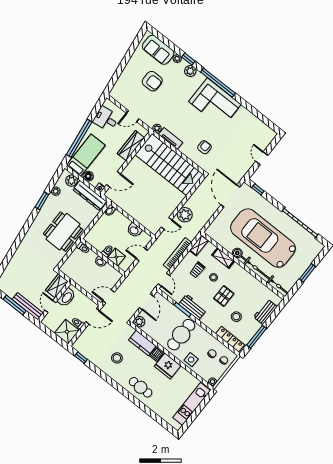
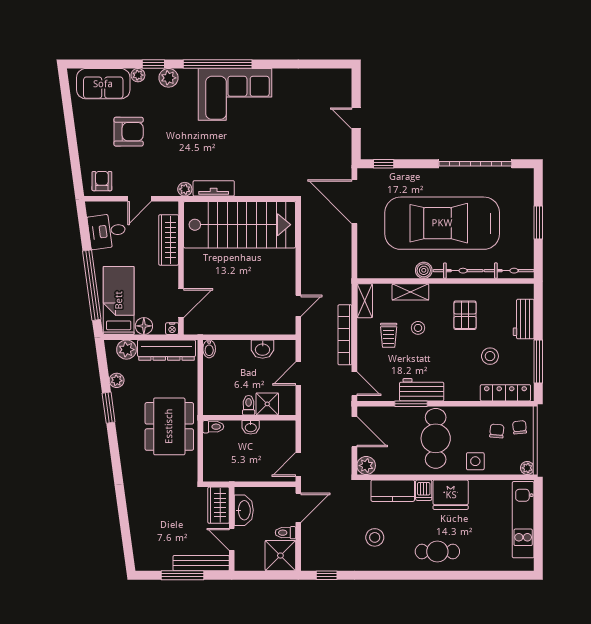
armchair: (204, 147) -> (102, 181), moved
plant: (185, 215) -> (313, 275), removed
pallet: (224, 296) -> (465, 315), moved

